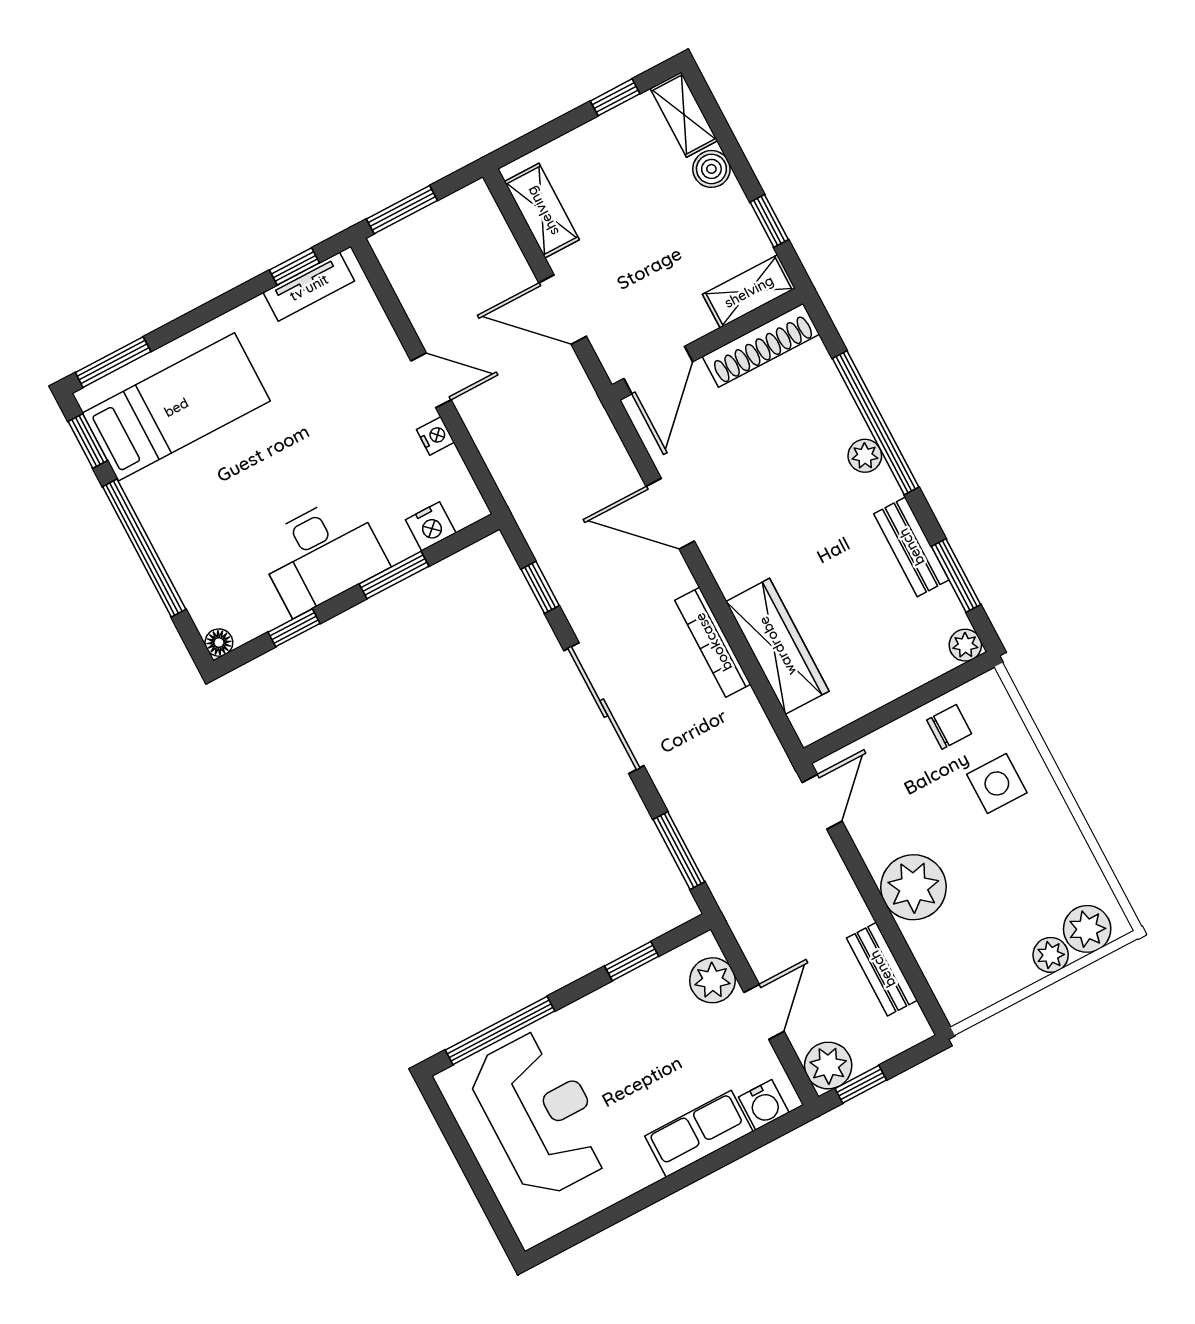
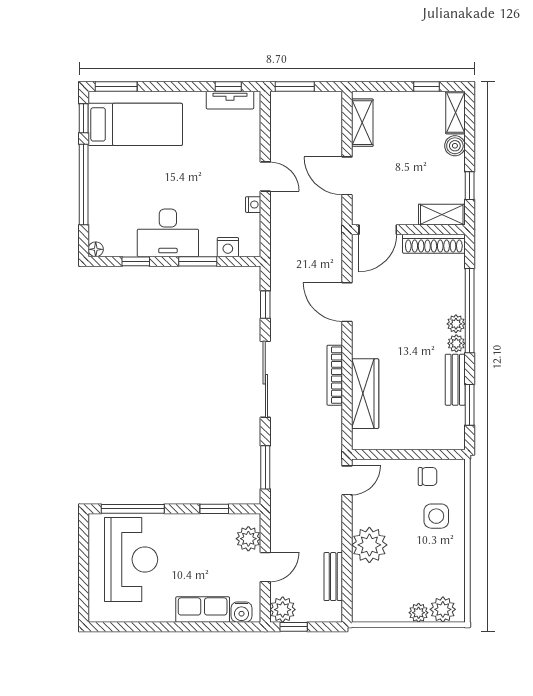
plant: (965, 645) -> (456, 343), moved

